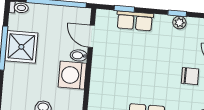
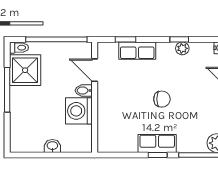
shower: (21, 47) -> (25, 70), moved
chair: (190, 76) -> (162, 99), moved

